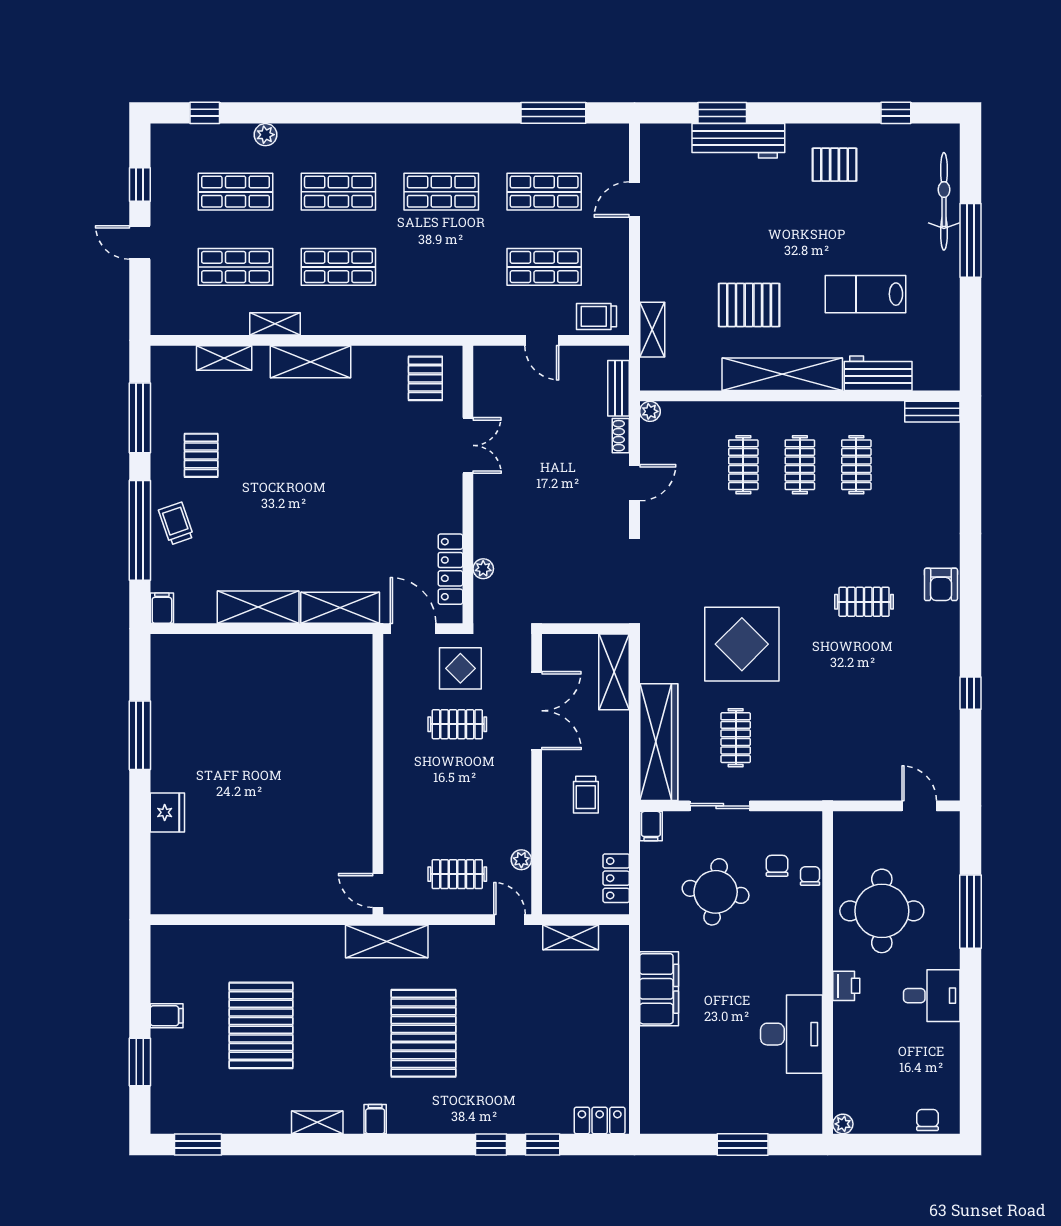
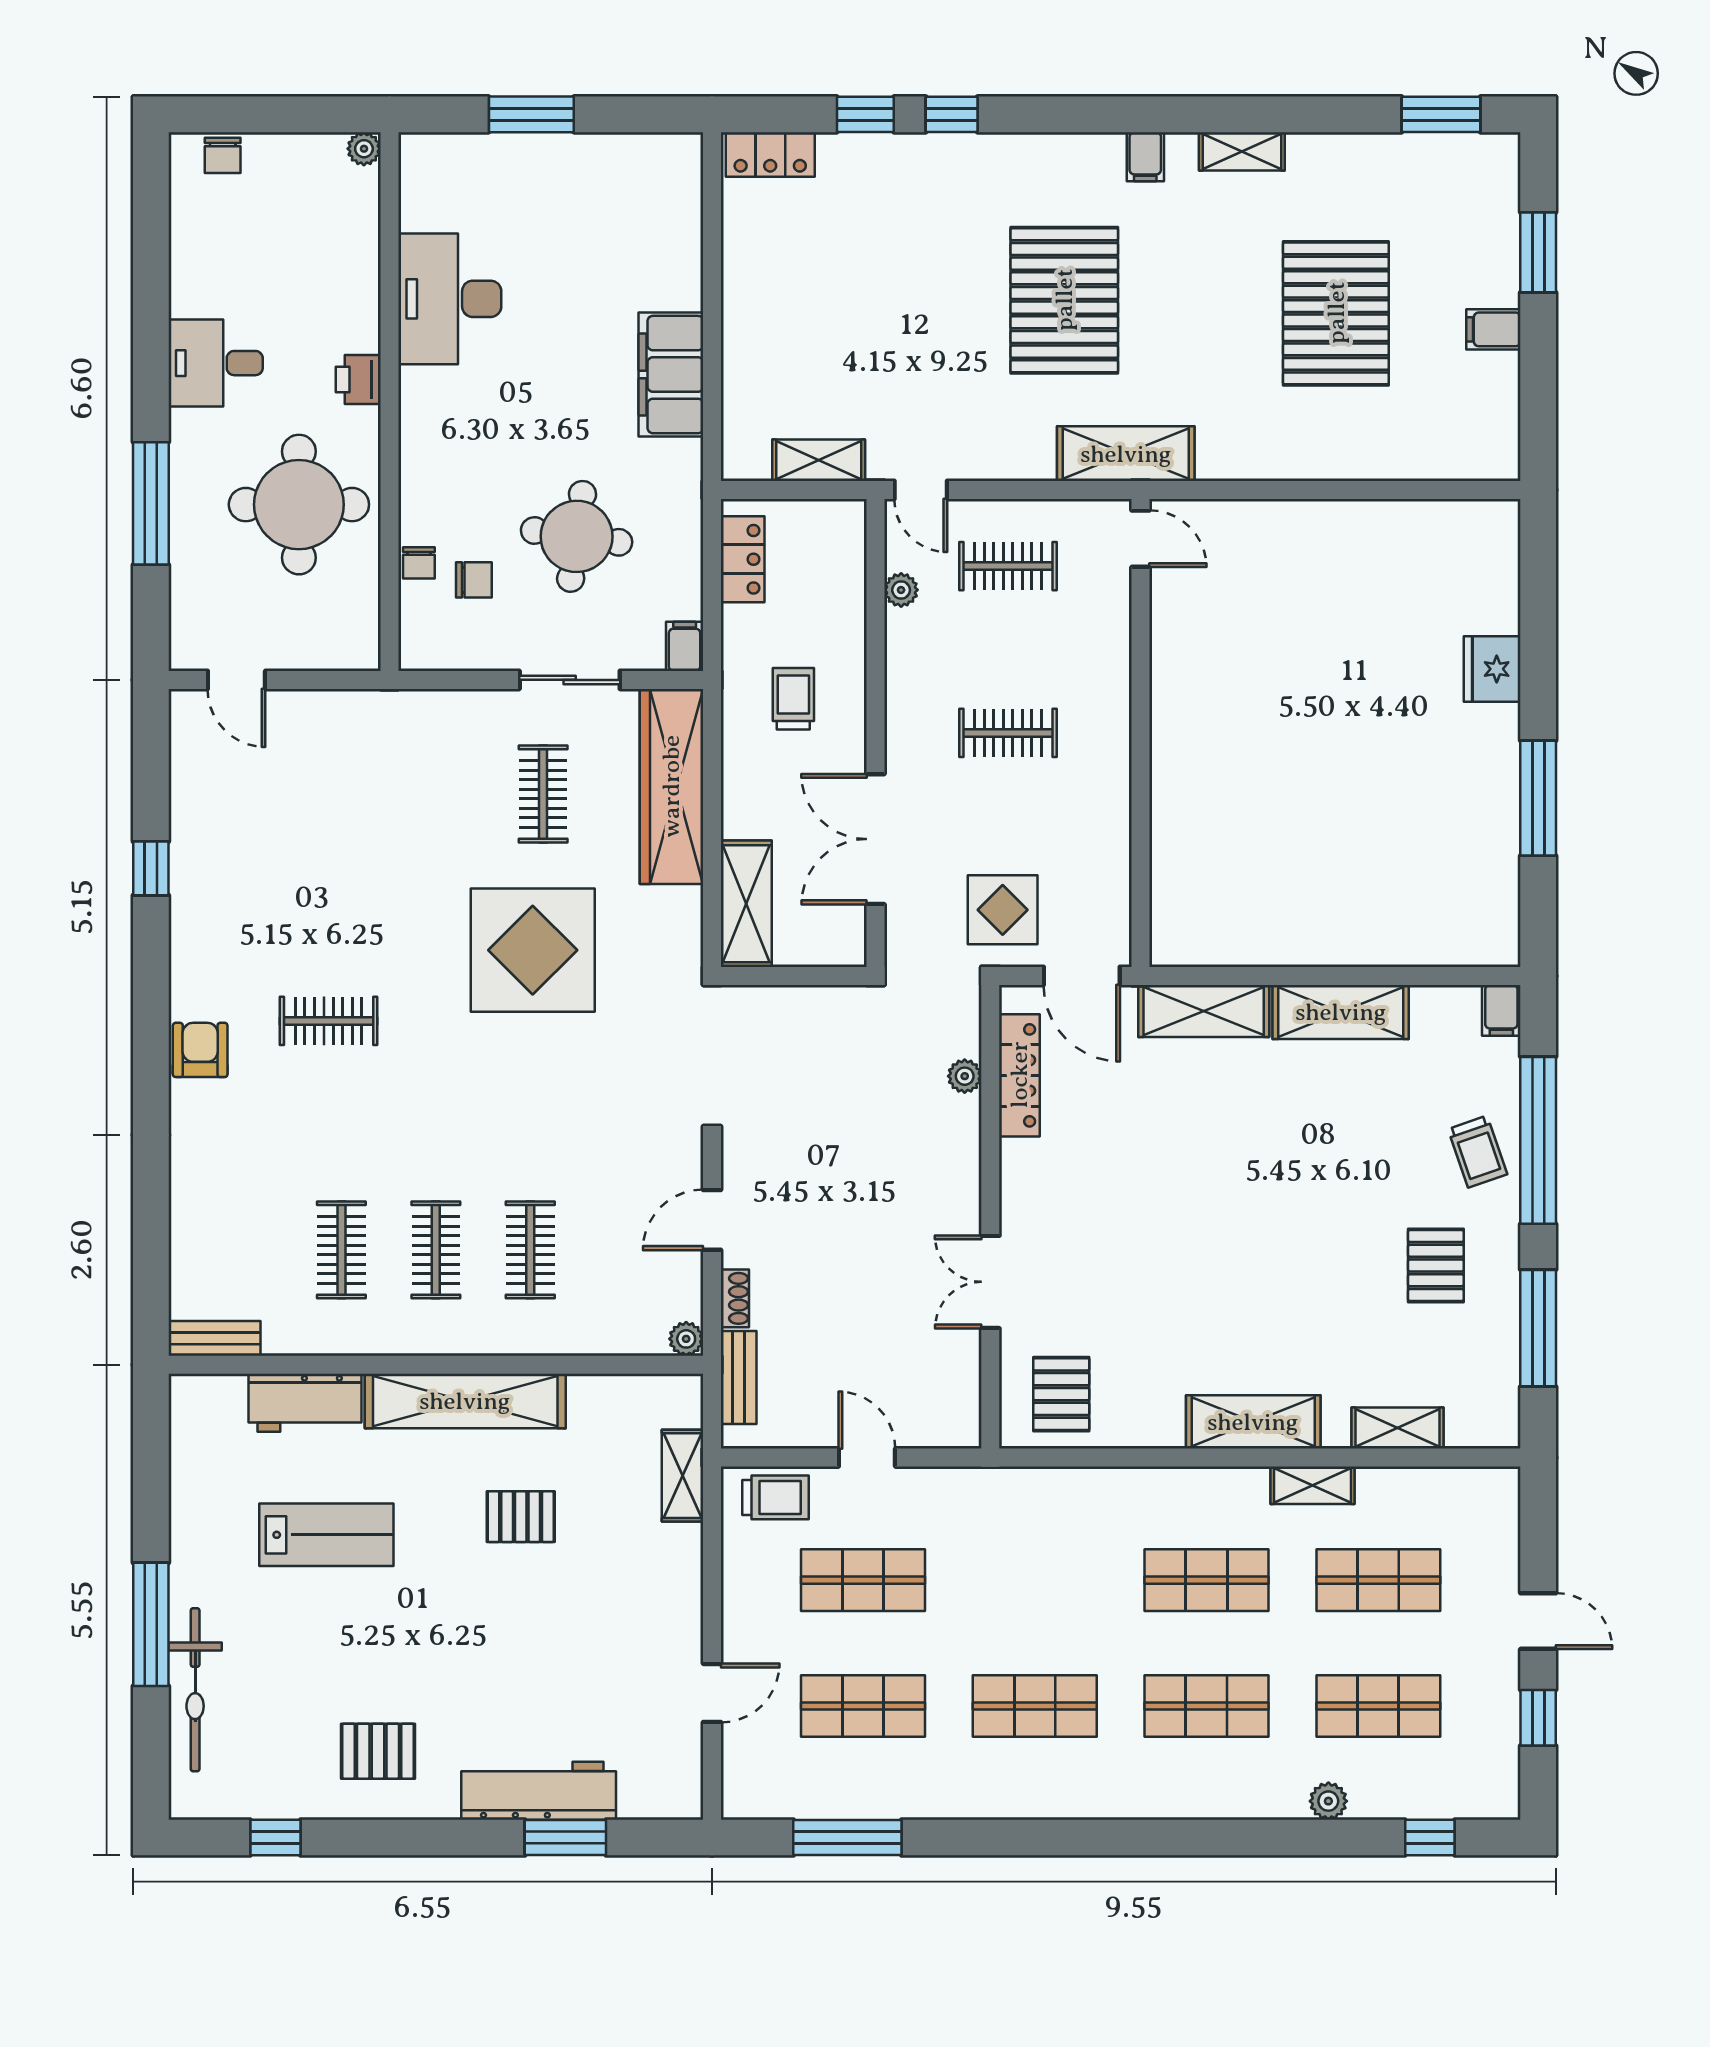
pallet: (749, 305) -> (521, 1517), width x0.67, depth x0.71
clothes rail: (457, 724) -> (1008, 733), moved
chair: (777, 866) -> (474, 580), turned -90

